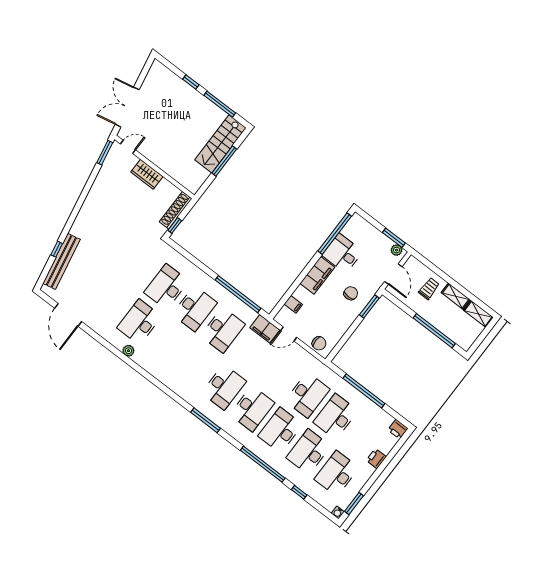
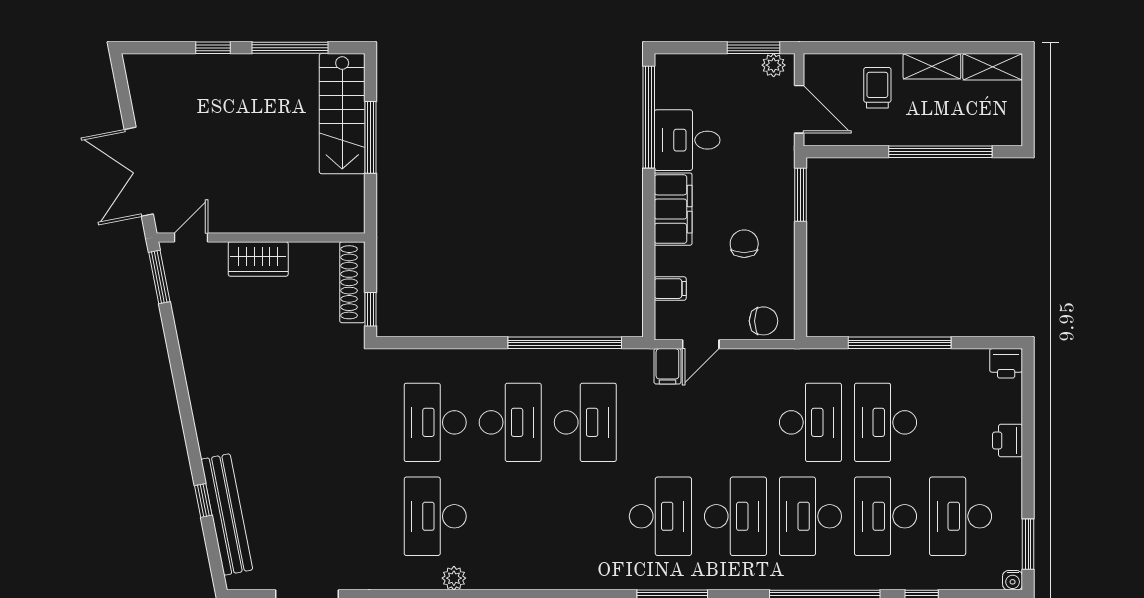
chair: (351, 293) -> (744, 244), moved
filing cabinet: (265, 329) -> (667, 366), width x0.50

